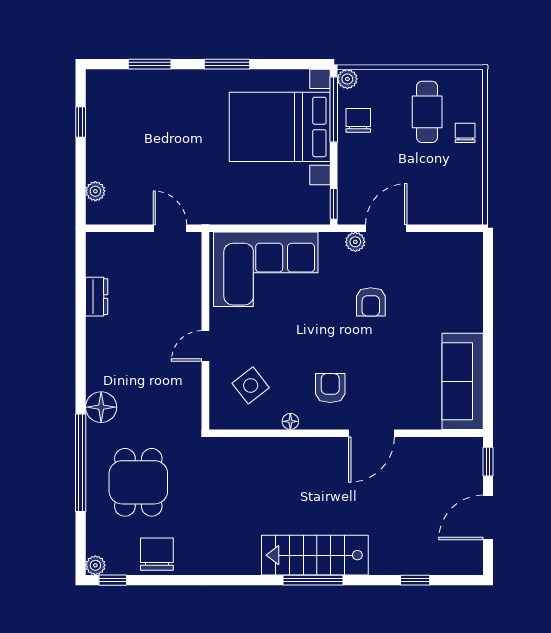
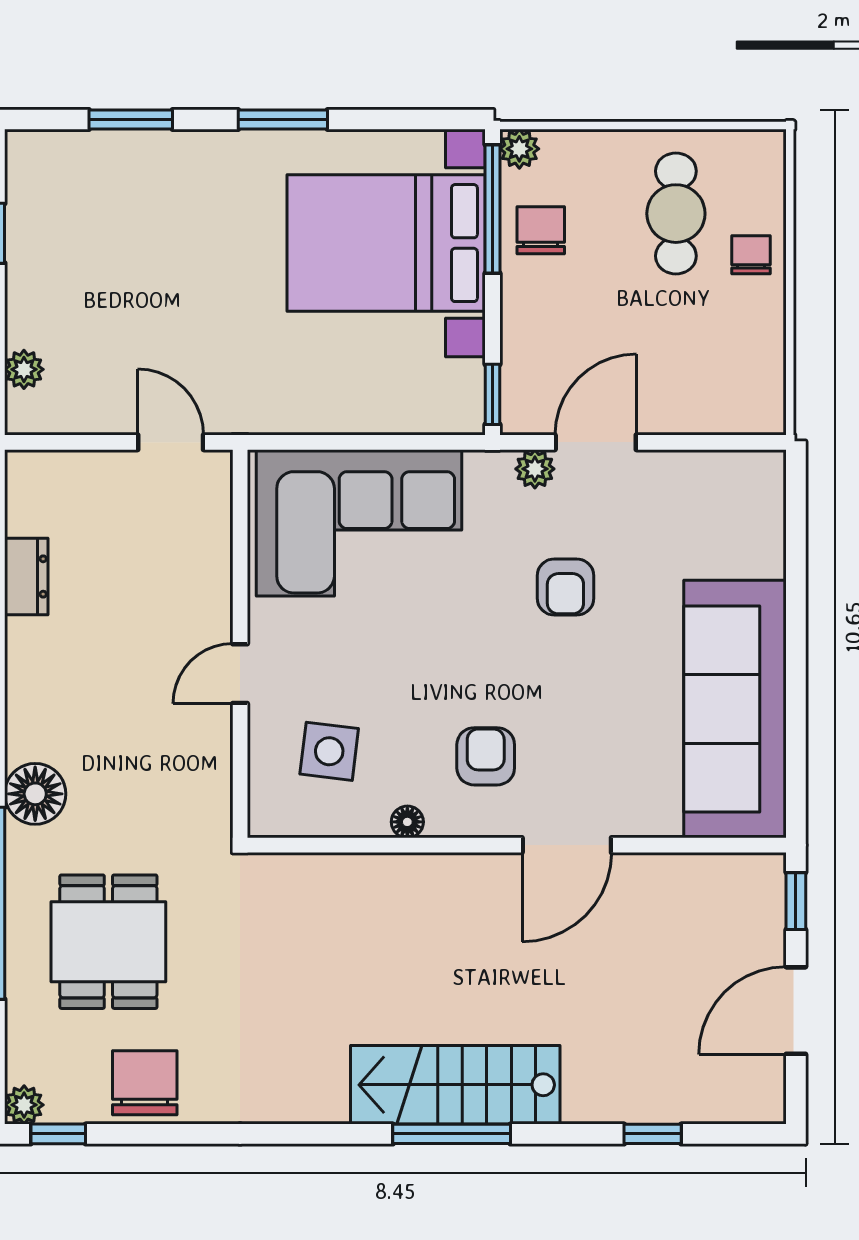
sofa: (463, 381) -> (735, 709), width x1.36, depth x1.27
side table: (251, 385) -> (329, 751), turned 45

